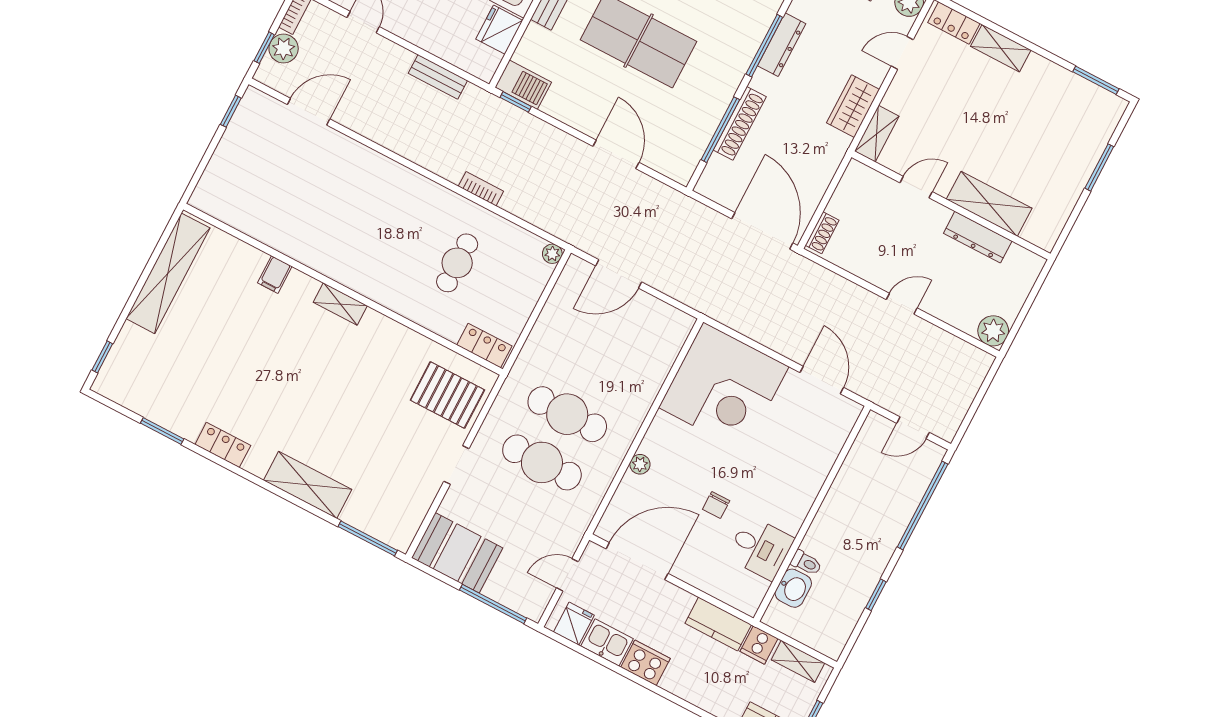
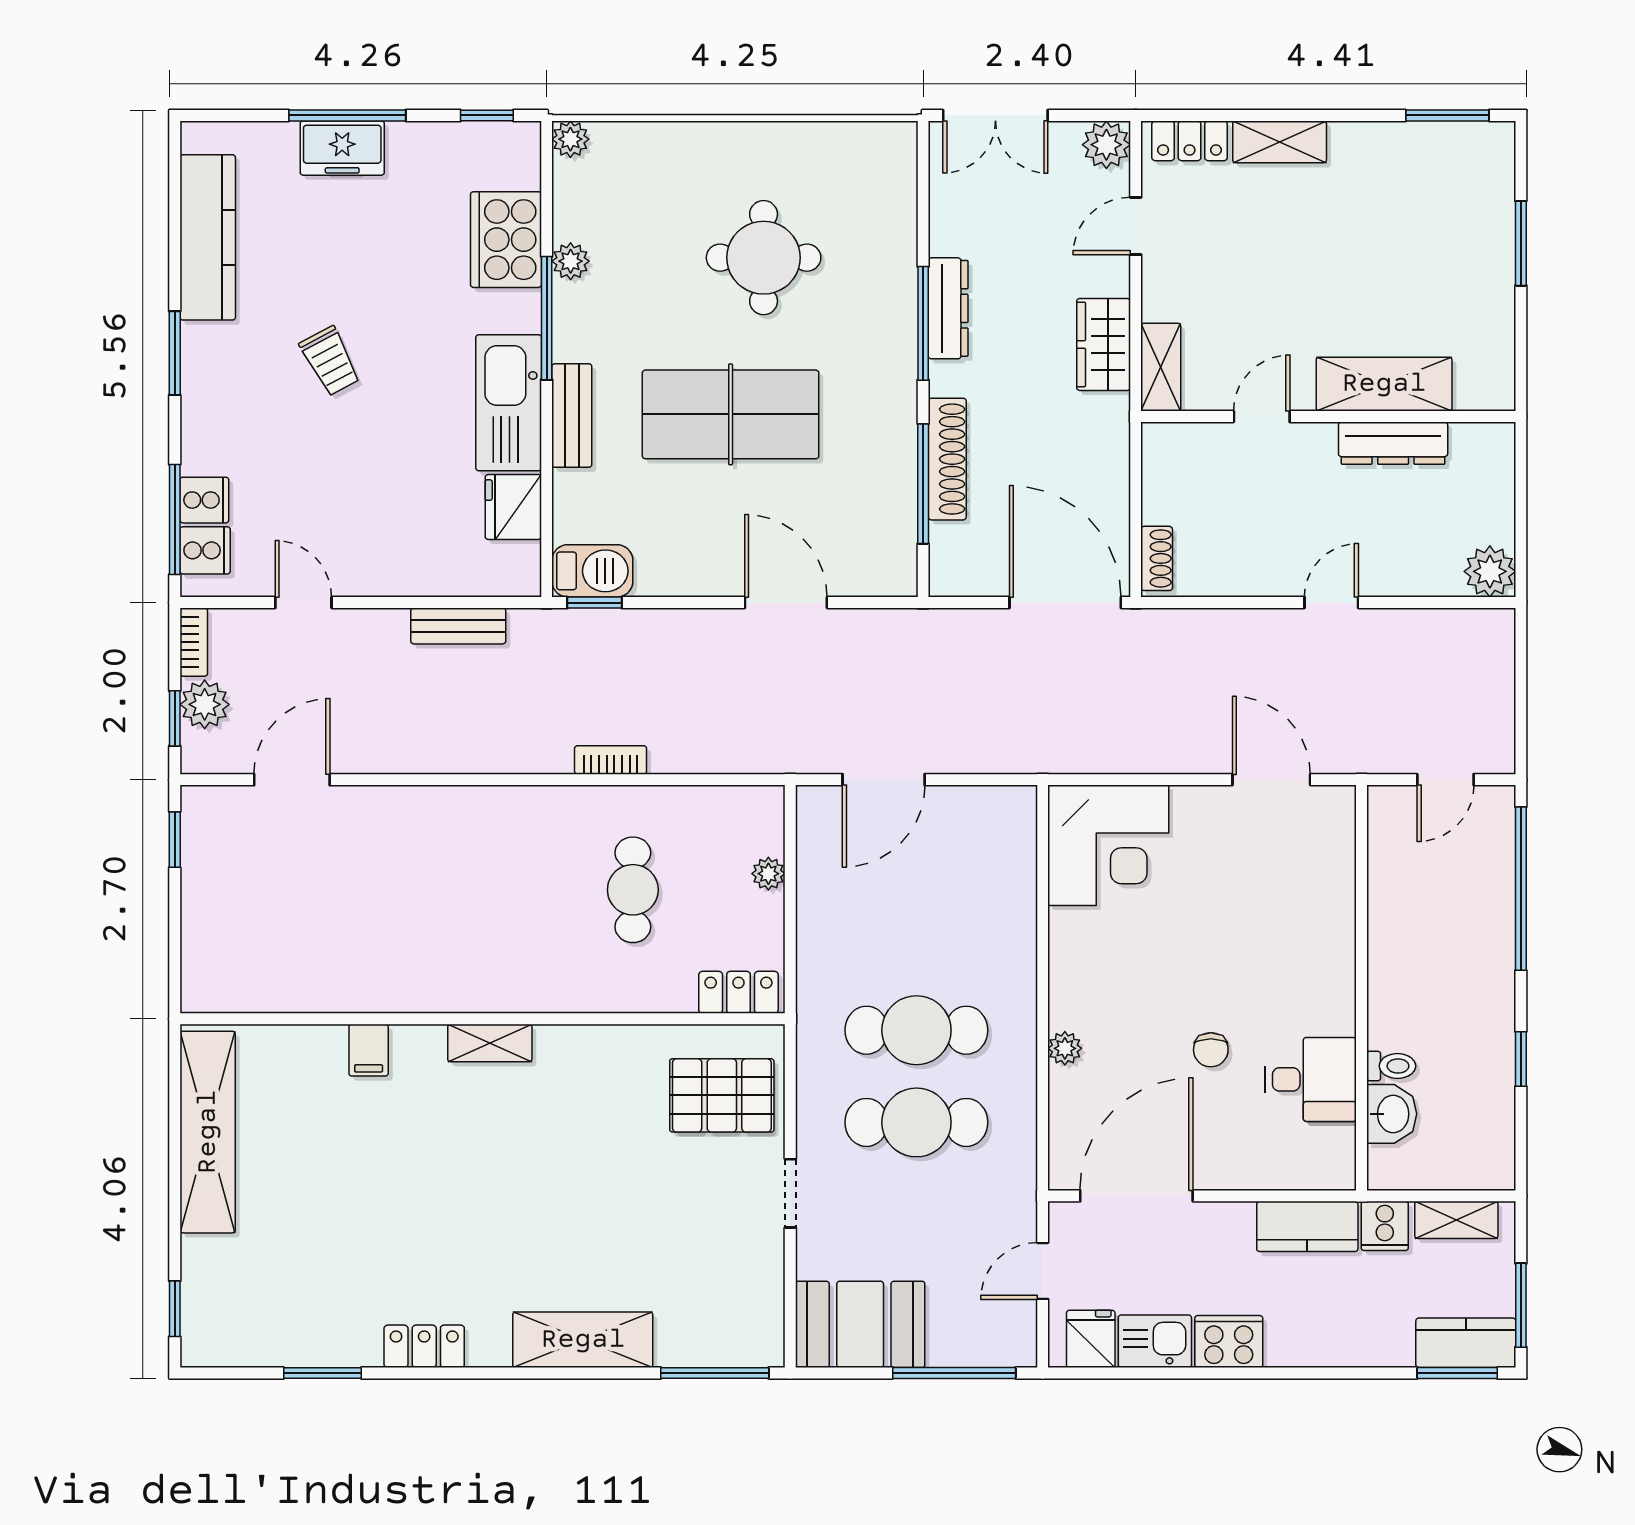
plant: (552, 254) -> (768, 874), moved
corner desk: (724, 387) -> (1108, 845), width x0.74, depth x0.74

